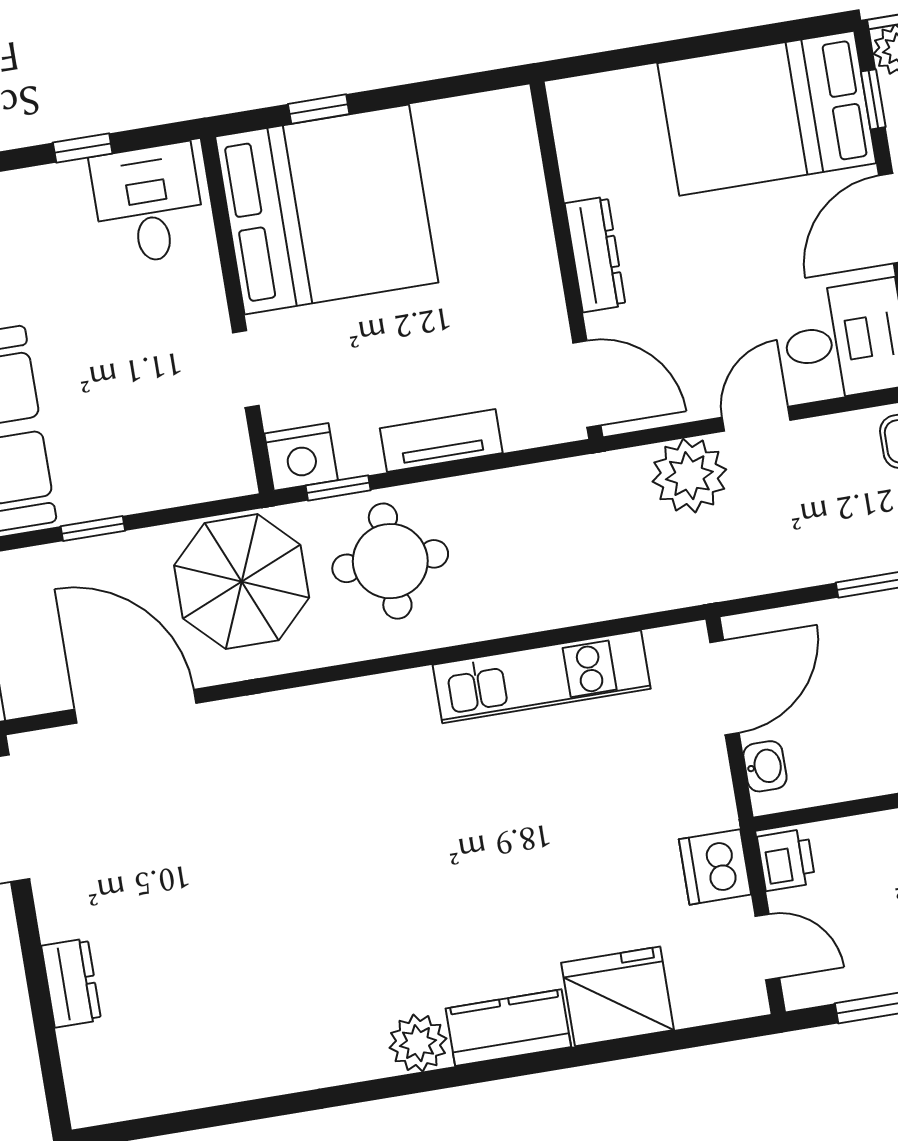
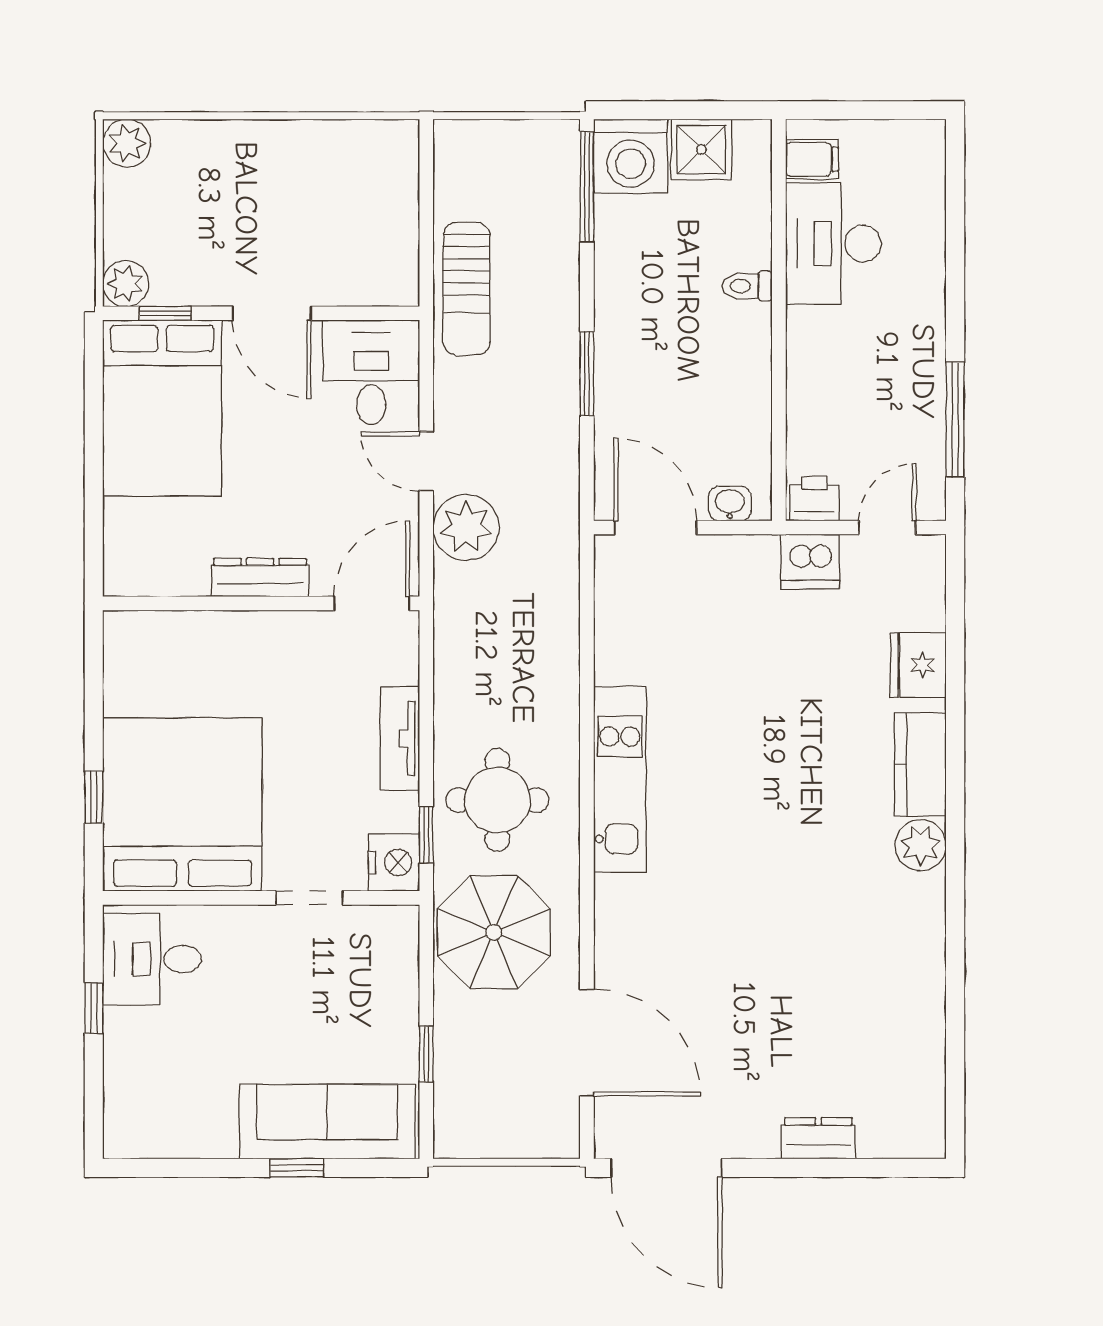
kitchen unit: (542, 677) -> (620, 779), moved
door: (135, 706) -> (587, 1043), swing flipped
fridge: (618, 996) -> (918, 665), width x0.73, depth x0.75

